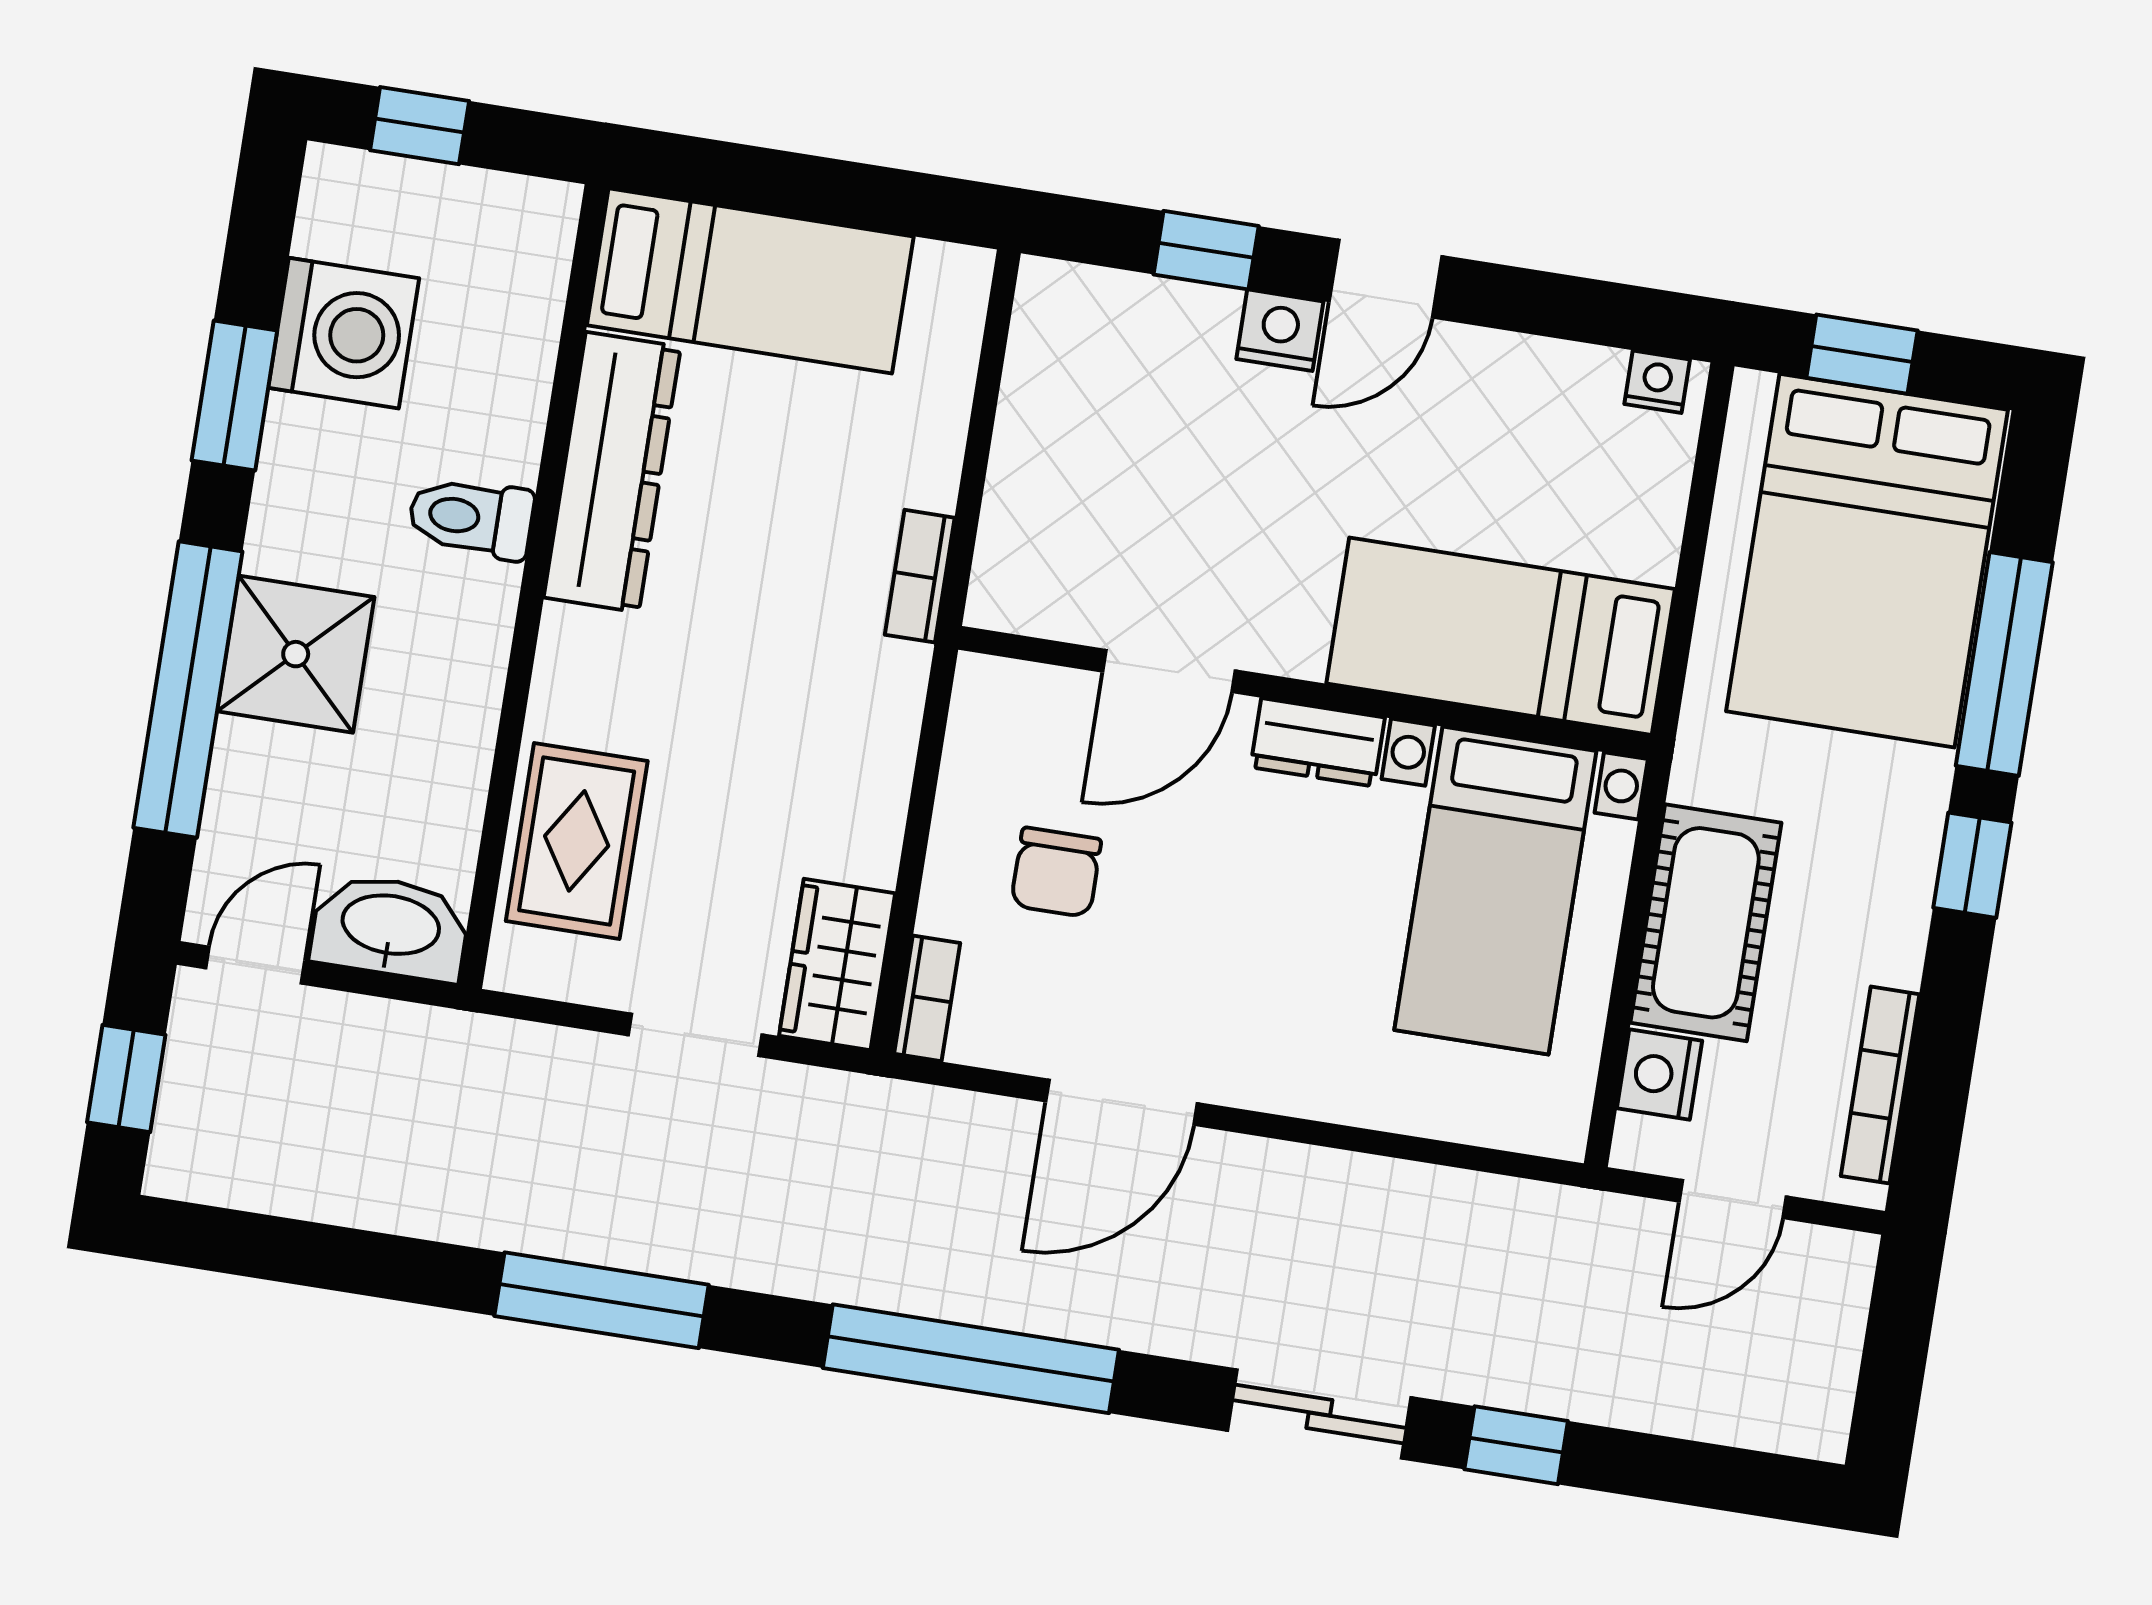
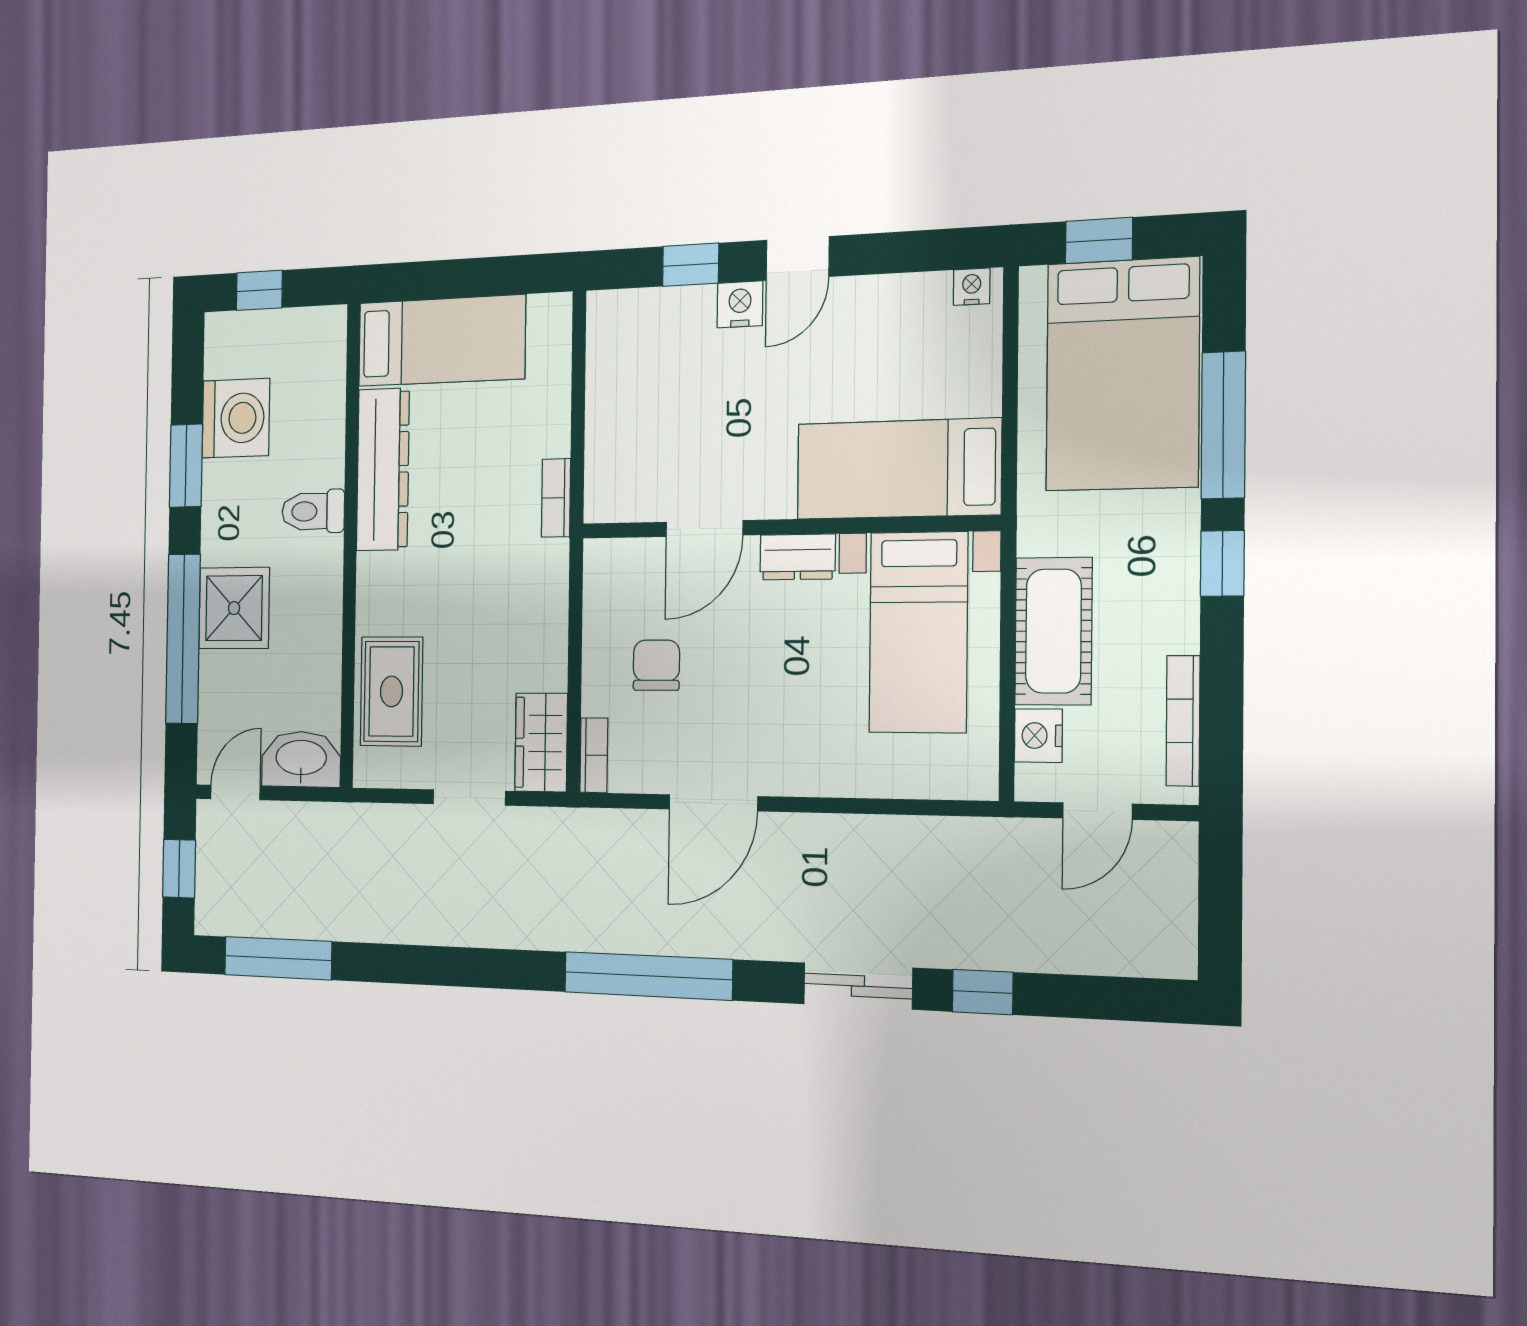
chair: (1056, 872) -> (656, 665), turned 180
window: (602, 1300) -> (278, 958), moved

